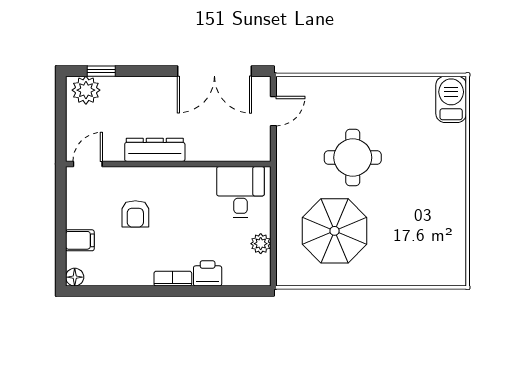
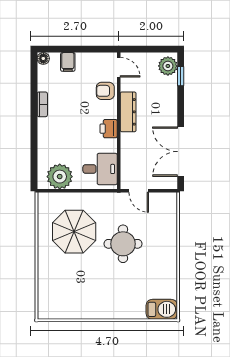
door: (273, 111) -> (139, 191), moved
armchair: (135, 214) -> (105, 91), moved
plant: (261, 244) -> (60, 177), width x1.88, depth x1.88
printer: (208, 273) -> (109, 129), moved, turned 180
bookcase: (173, 279) -> (42, 104), moved

